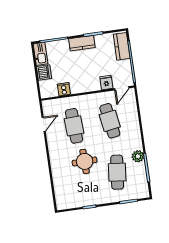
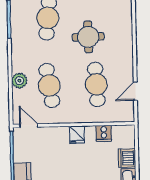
fridge: (106, 83) -> (77, 135), moved
door: (122, 88) -> (29, 126), hinge flipped
plant: (138, 156) -> (19, 81), moved

